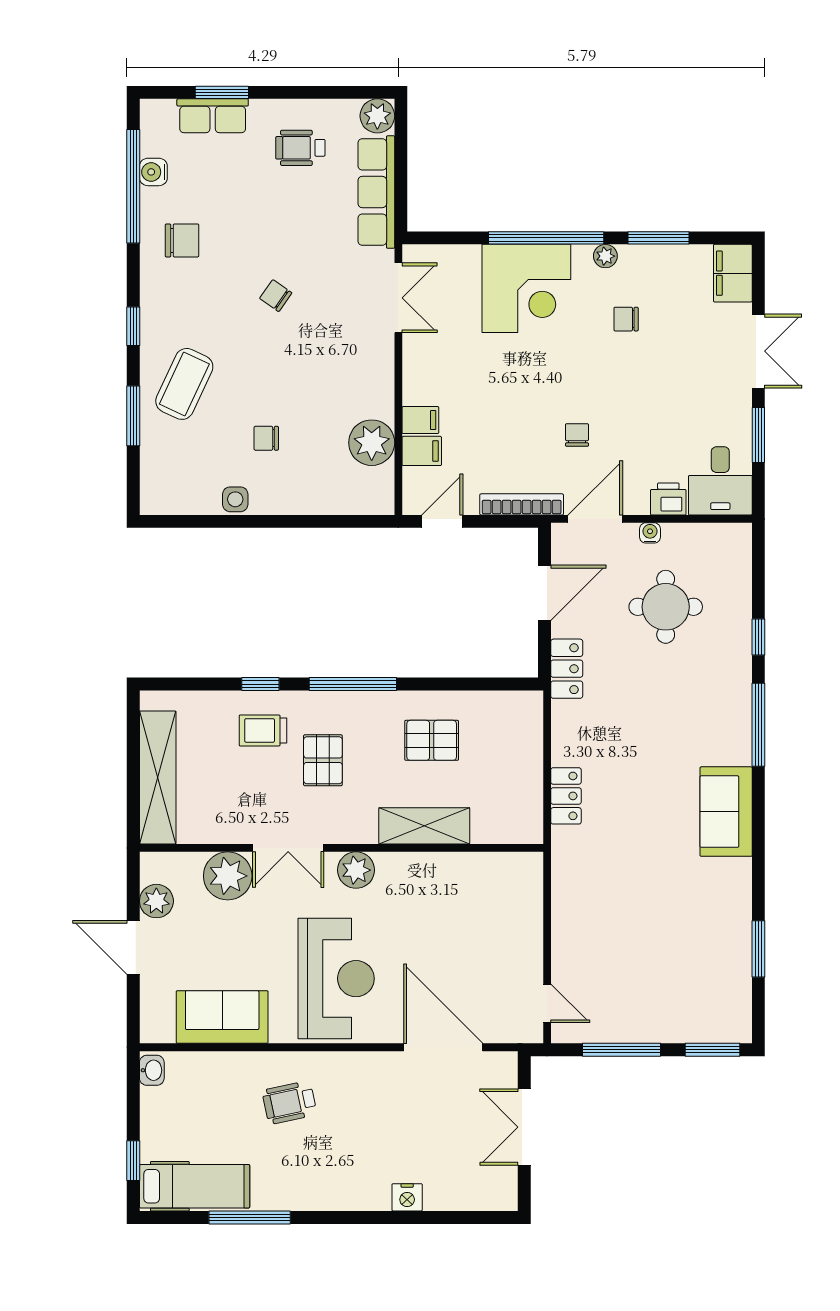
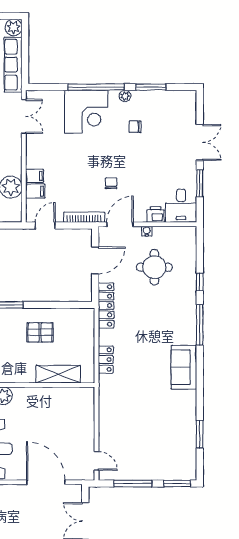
filing cabinet: (733, 273) -> (187, 104), removed
locker: (567, 669) -> (106, 305), width x1.53
shelving: (424, 826) -> (58, 374), moved

